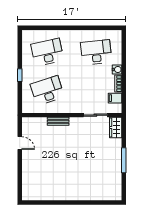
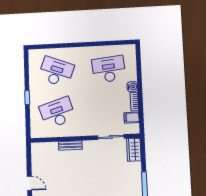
desk: (47, 52) -> (56, 72), turned 33
door: (20, 143) -> (29, 183), moved

